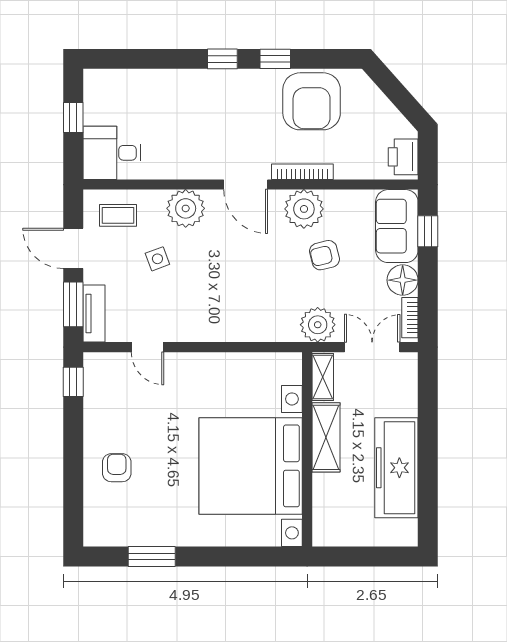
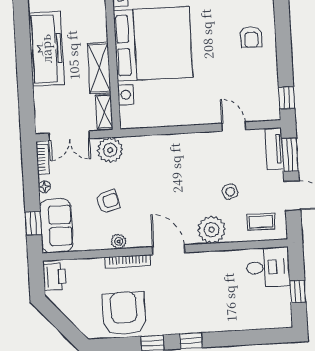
plant: (304, 209) -> (119, 241), width x0.53, depth x0.53
floor lamp: (403, 280) -> (44, 187), width x0.53, depth x0.53

